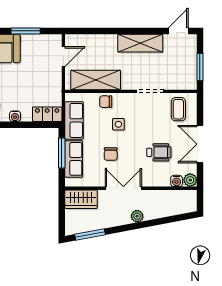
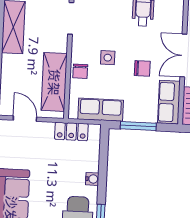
locker: (47, 114) -> (71, 131), moved, turned -90
row of seats: (74, 159) -> (169, 102), moved, turned -90

